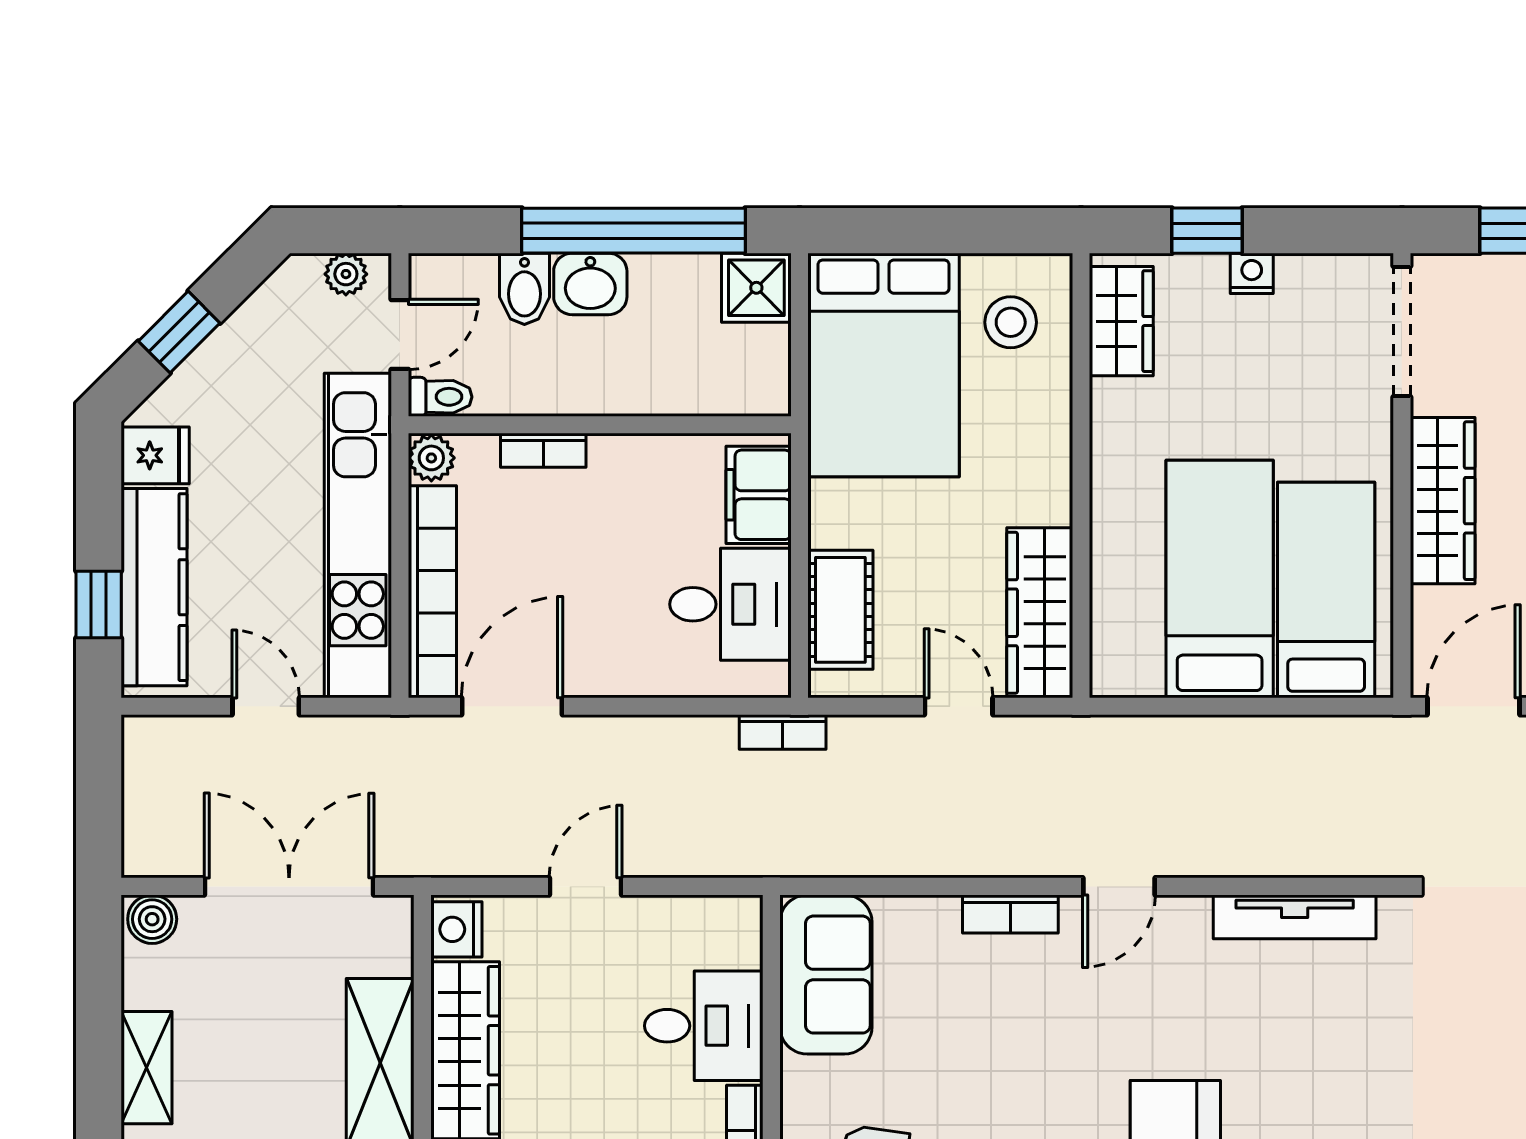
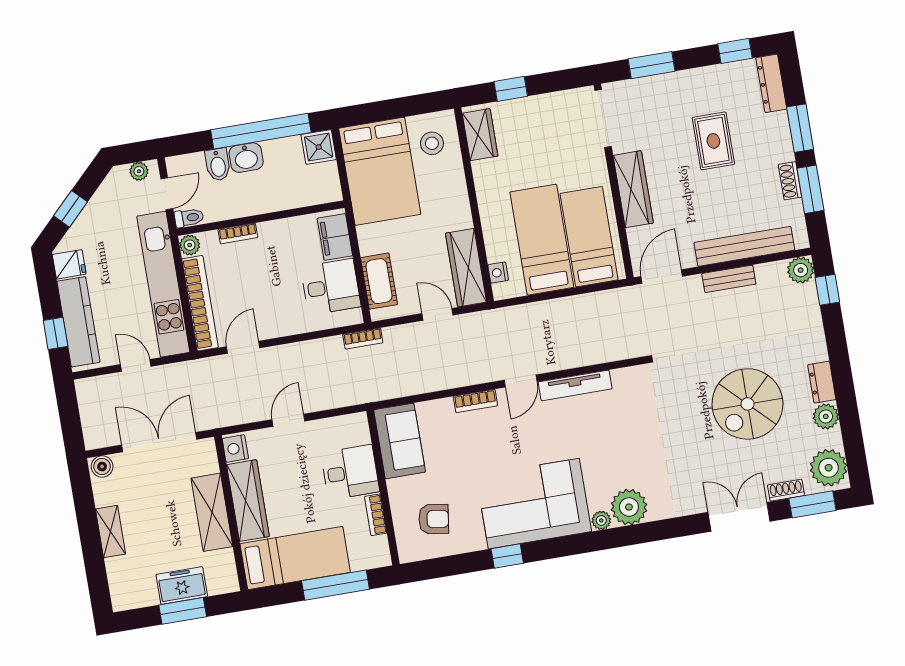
nightstand: (1252, 273) -> (498, 273), moved, turned -90
door: (512, 706) -> (243, 347), width x0.73
tv unit: (1295, 917) -> (575, 385), moved

